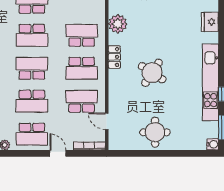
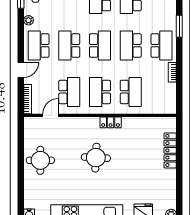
plant: (118, 24) -> (141, 126), removed
round table: (152, 73) -> (96, 158), turned -30

